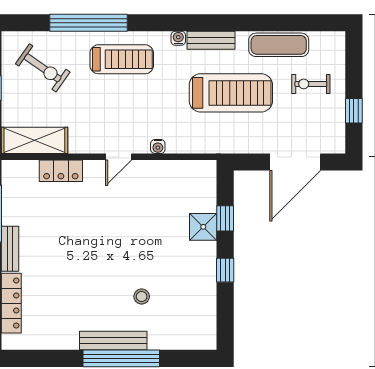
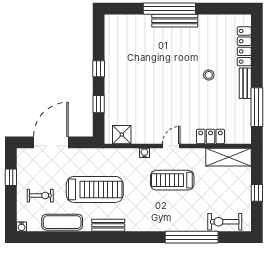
water cooler: (178, 38) -> (22, 227), moved
treadmill: (122, 59) -> (172, 180), moved
exercise bike: (43, 68) -> (225, 222), moved, turned -35
treadmill: (231, 93) -> (95, 189), turned 180
shower: (203, 227) -> (122, 135), moved
stool: (142, 296) -> (209, 75), moved

